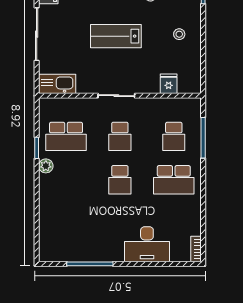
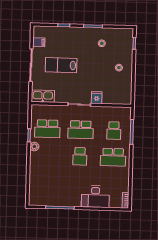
lab bench: (116, 36) -> (61, 65), moved
fridge: (169, 84) -> (97, 98), moved
school desk: (120, 136) -> (81, 130), width x1.85

